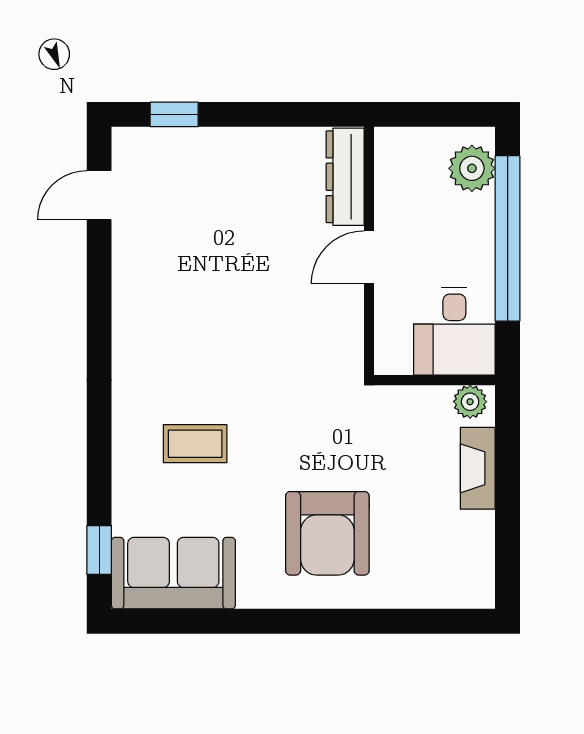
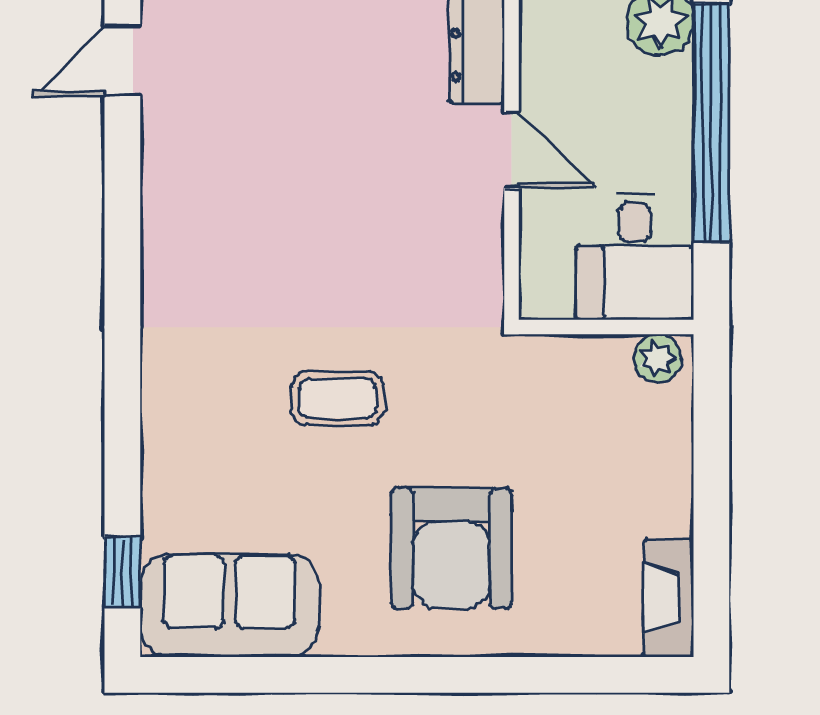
door: (369, 257) -> (512, 150), swing flipped
coffee table: (195, 444) -> (338, 398), moved
fireplace: (478, 468) -> (668, 598), moved

